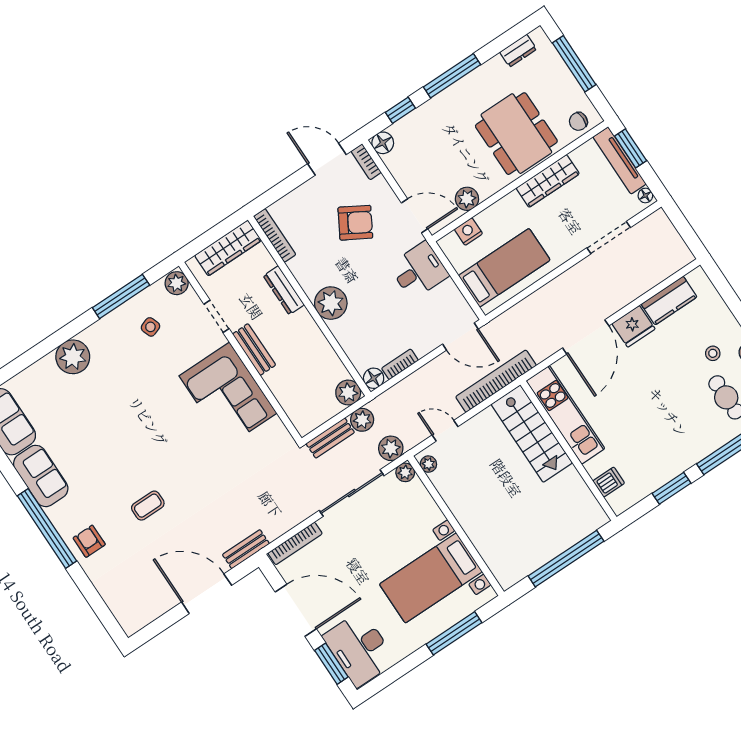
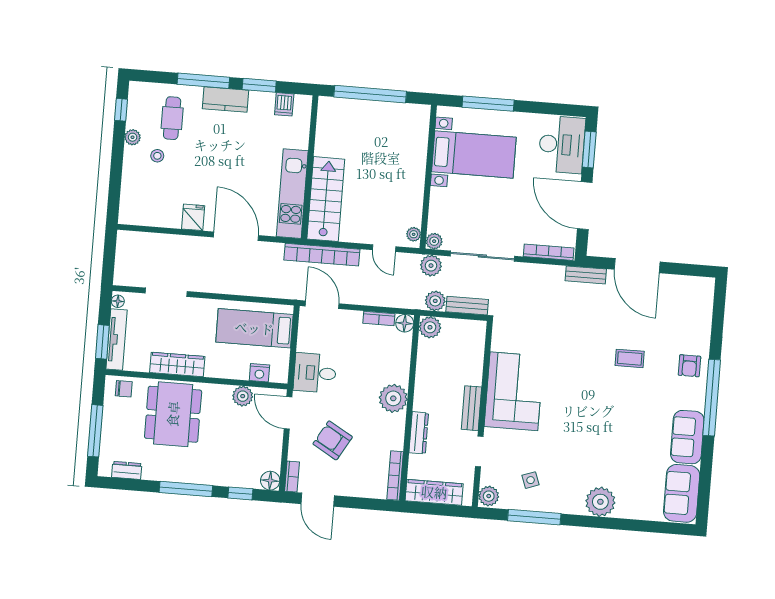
kitchen counter: (669, 301) -> (225, 99), moved, turned 180
fridge: (634, 326) -> (193, 217), width x0.72
door: (586, 337) -> (236, 236), hinge flipped
dishwasher: (609, 482) -> (284, 104), moved, turned -90

